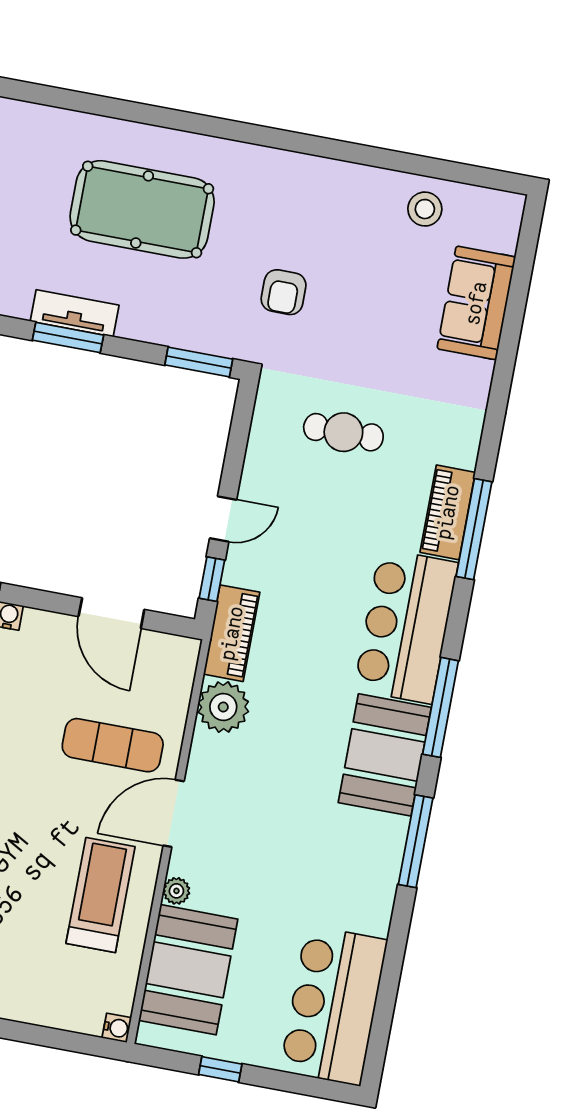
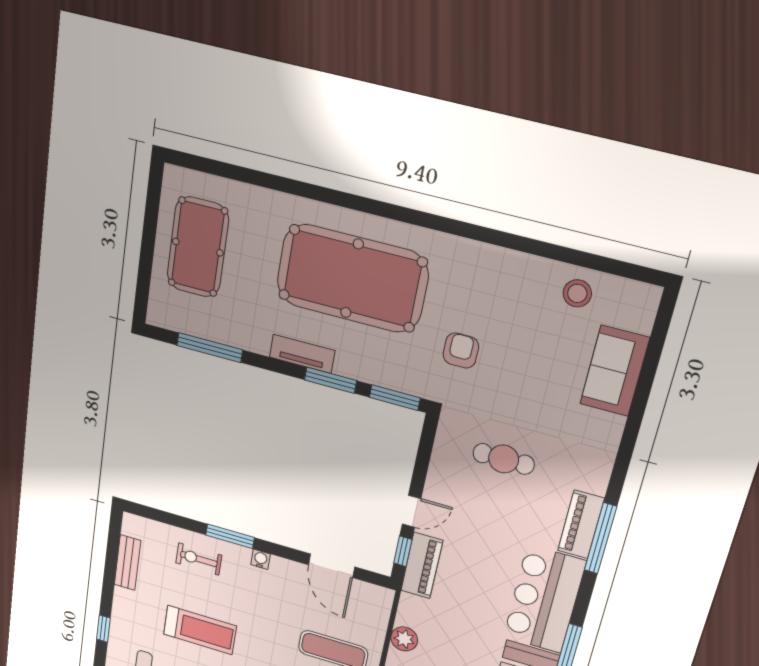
pool table: (142, 209) -> (352, 279), width x1.36, depth x1.32
armchair: (284, 292) -> (461, 351), turned 180
window: (68, 338) -> (330, 380), moved
piano: (232, 633) -> (422, 566), moved
plant: (223, 707) -> (404, 639), width x0.73, depth x0.73

